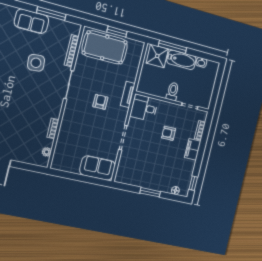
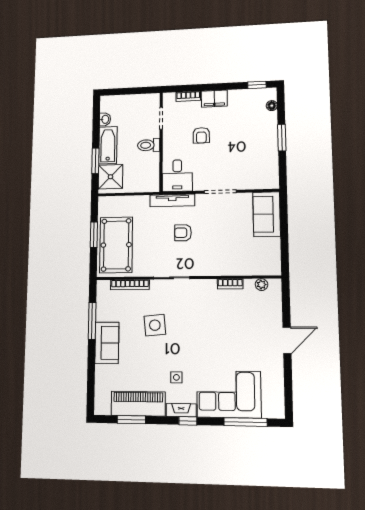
window: (172, 47) -> (95, 161), width x0.69
tv unit: (128, 94) -> (172, 200), width x1.41

